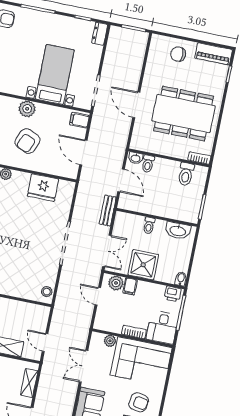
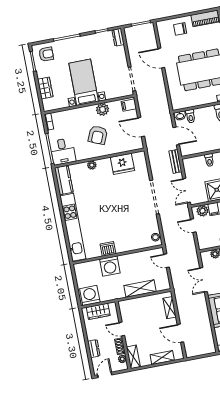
bed with nightstands: (55, 74) -> (84, 82), moved
door: (136, 105) -> (161, 58), moved
plant: (27, 109) -> (102, 109), moved
double door: (107, 251) -> (187, 191), swing flipped
door: (45, 343) -> (167, 261), moved

